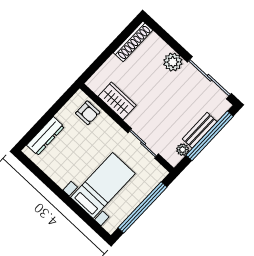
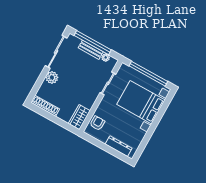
wardrobe: (117, 101) -> (79, 117), moved
bed with nightstands: (103, 186) -> (141, 102), width x1.36

